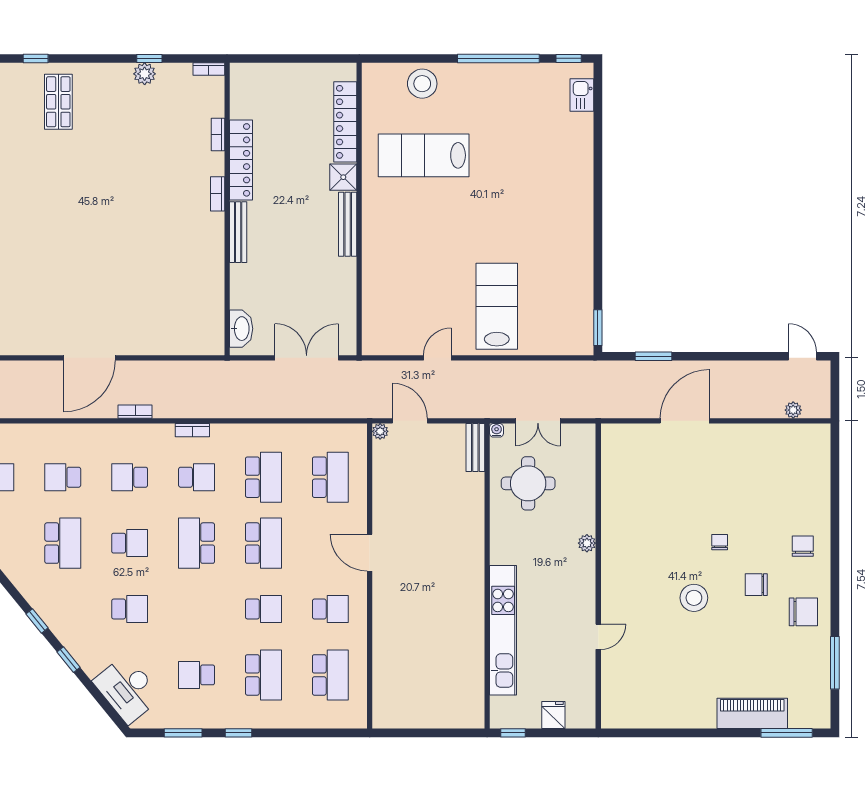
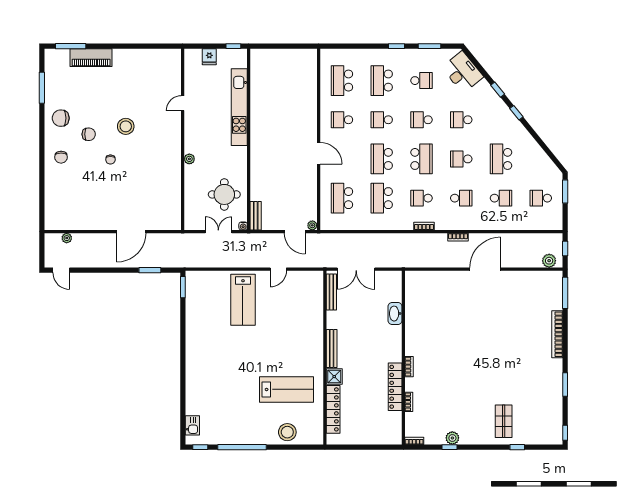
bench: (238, 232) -> (331, 292), moved
washbasin: (241, 329) -> (395, 314), moved
school desk: (197, 609) -> (421, 120), added

